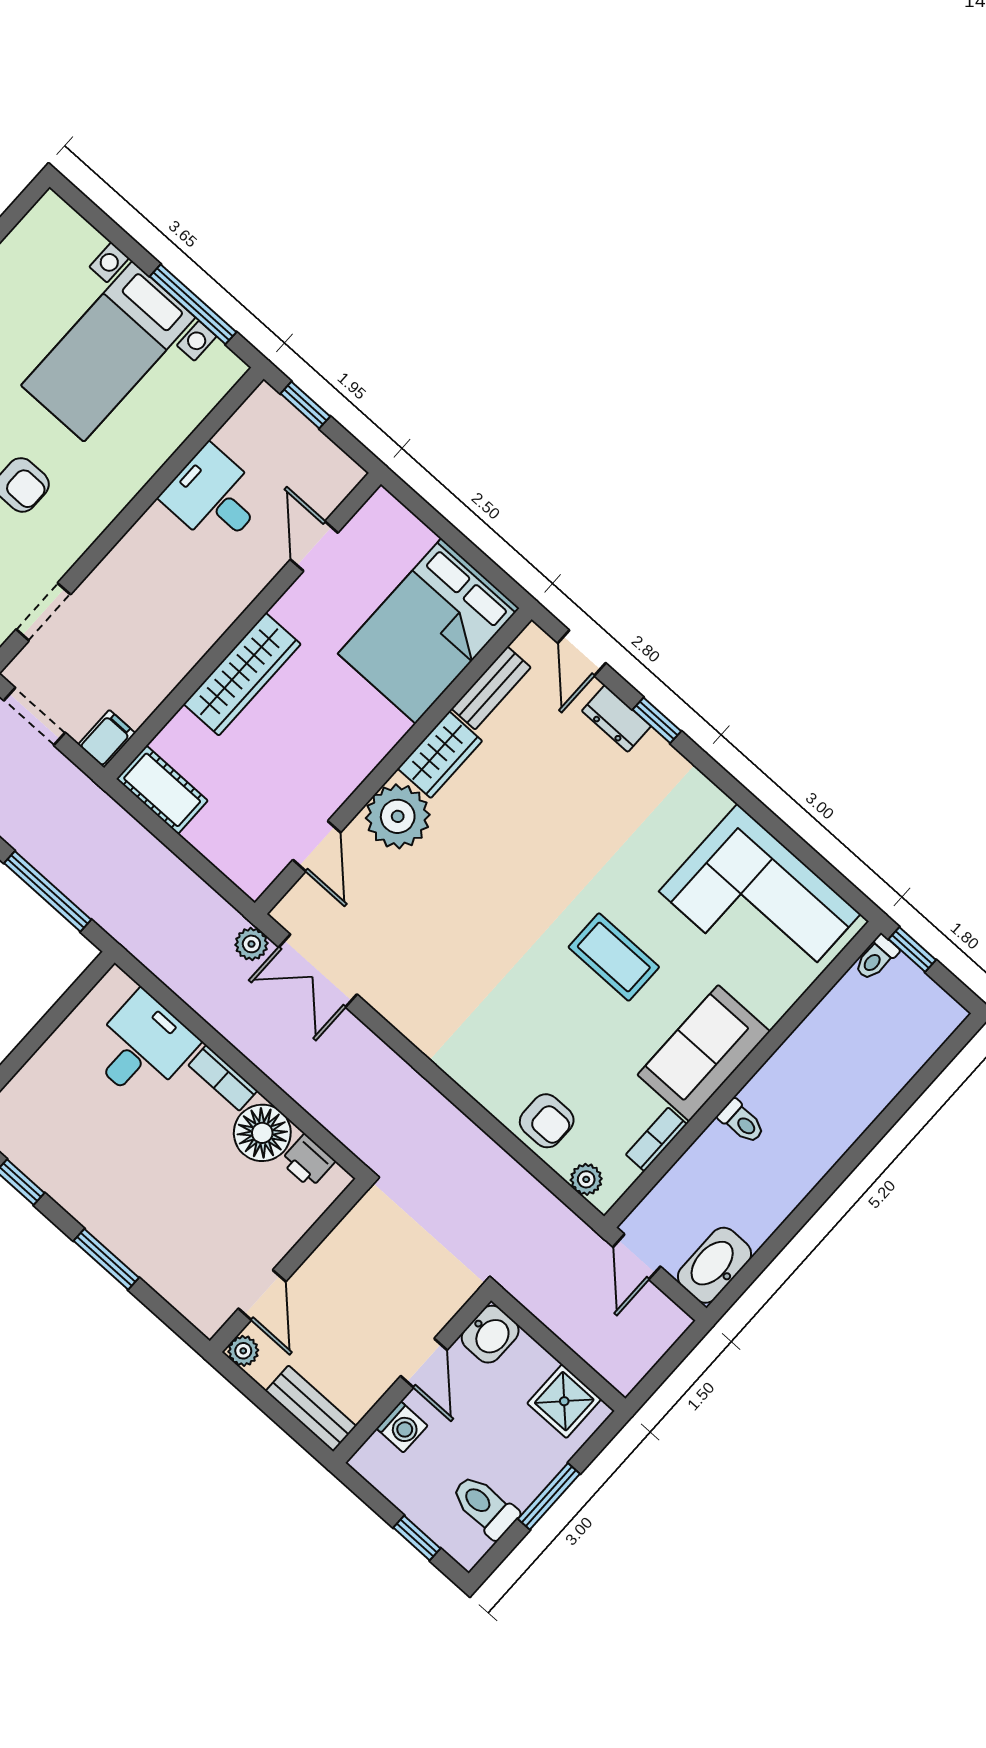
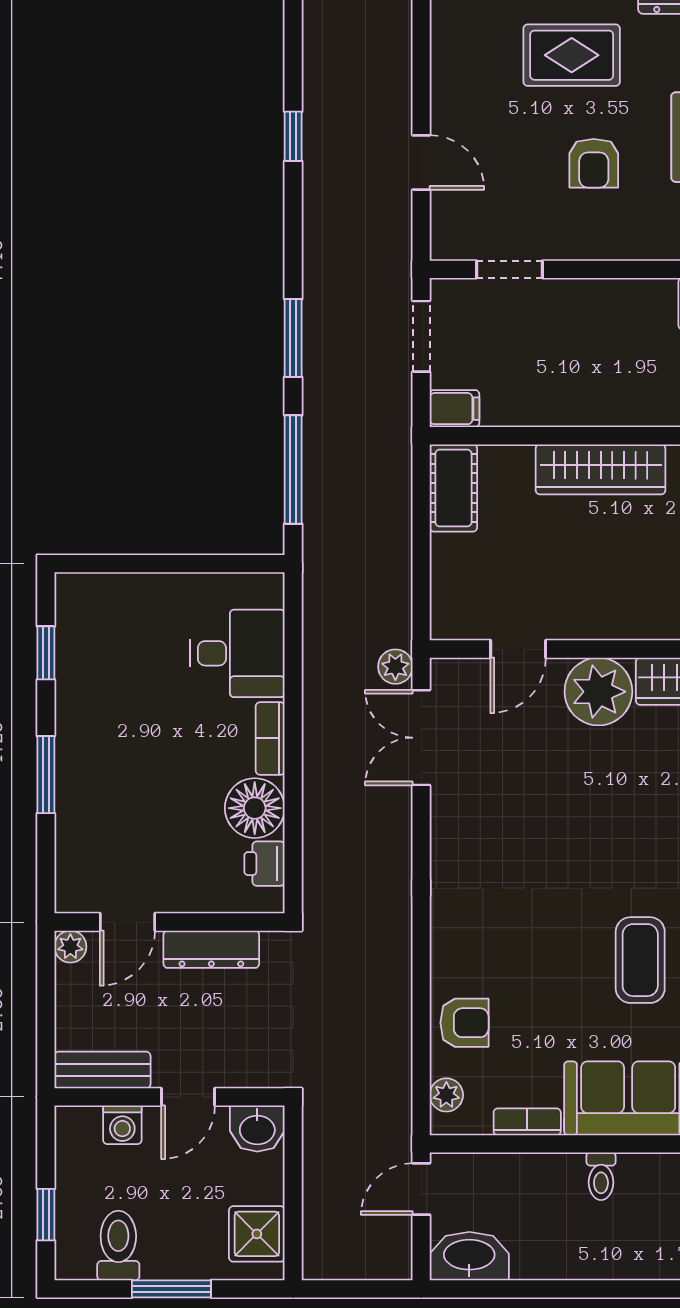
armchair: (547, 1121) -> (464, 1023), turned -90
dresser: (334, 1253) -> (211, 949), added
bench: (311, 1409) -> (102, 1070), moved, turned 90

